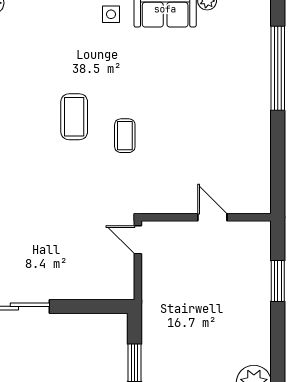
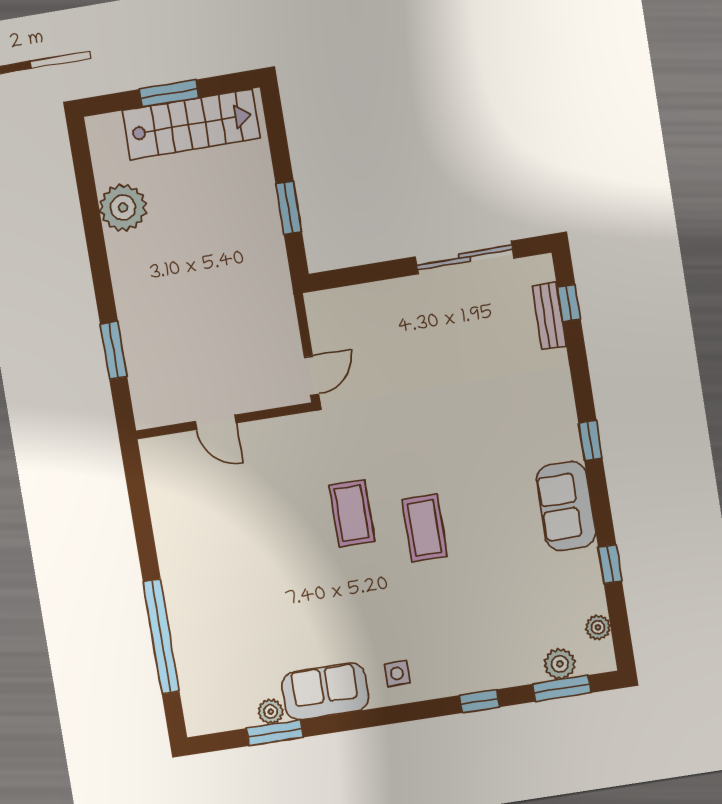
coffee table: (125, 136) -> (352, 513), width x1.36, depth x1.30
door: (138, 240) -> (311, 376), hinge flipped

